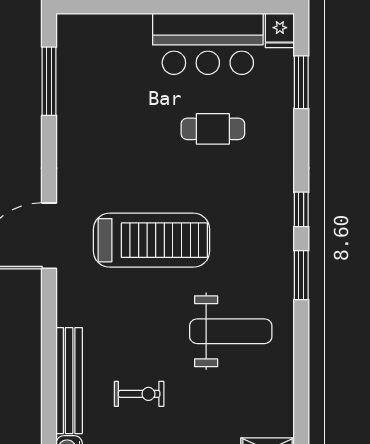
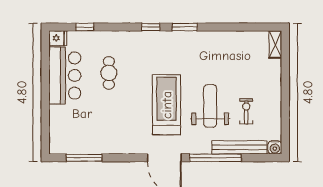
window: (301, 82) -> (85, 27), width x0.67
weight bench: (231, 331) -> (210, 106), moved
window: (49, 334) -> (215, 158), added

